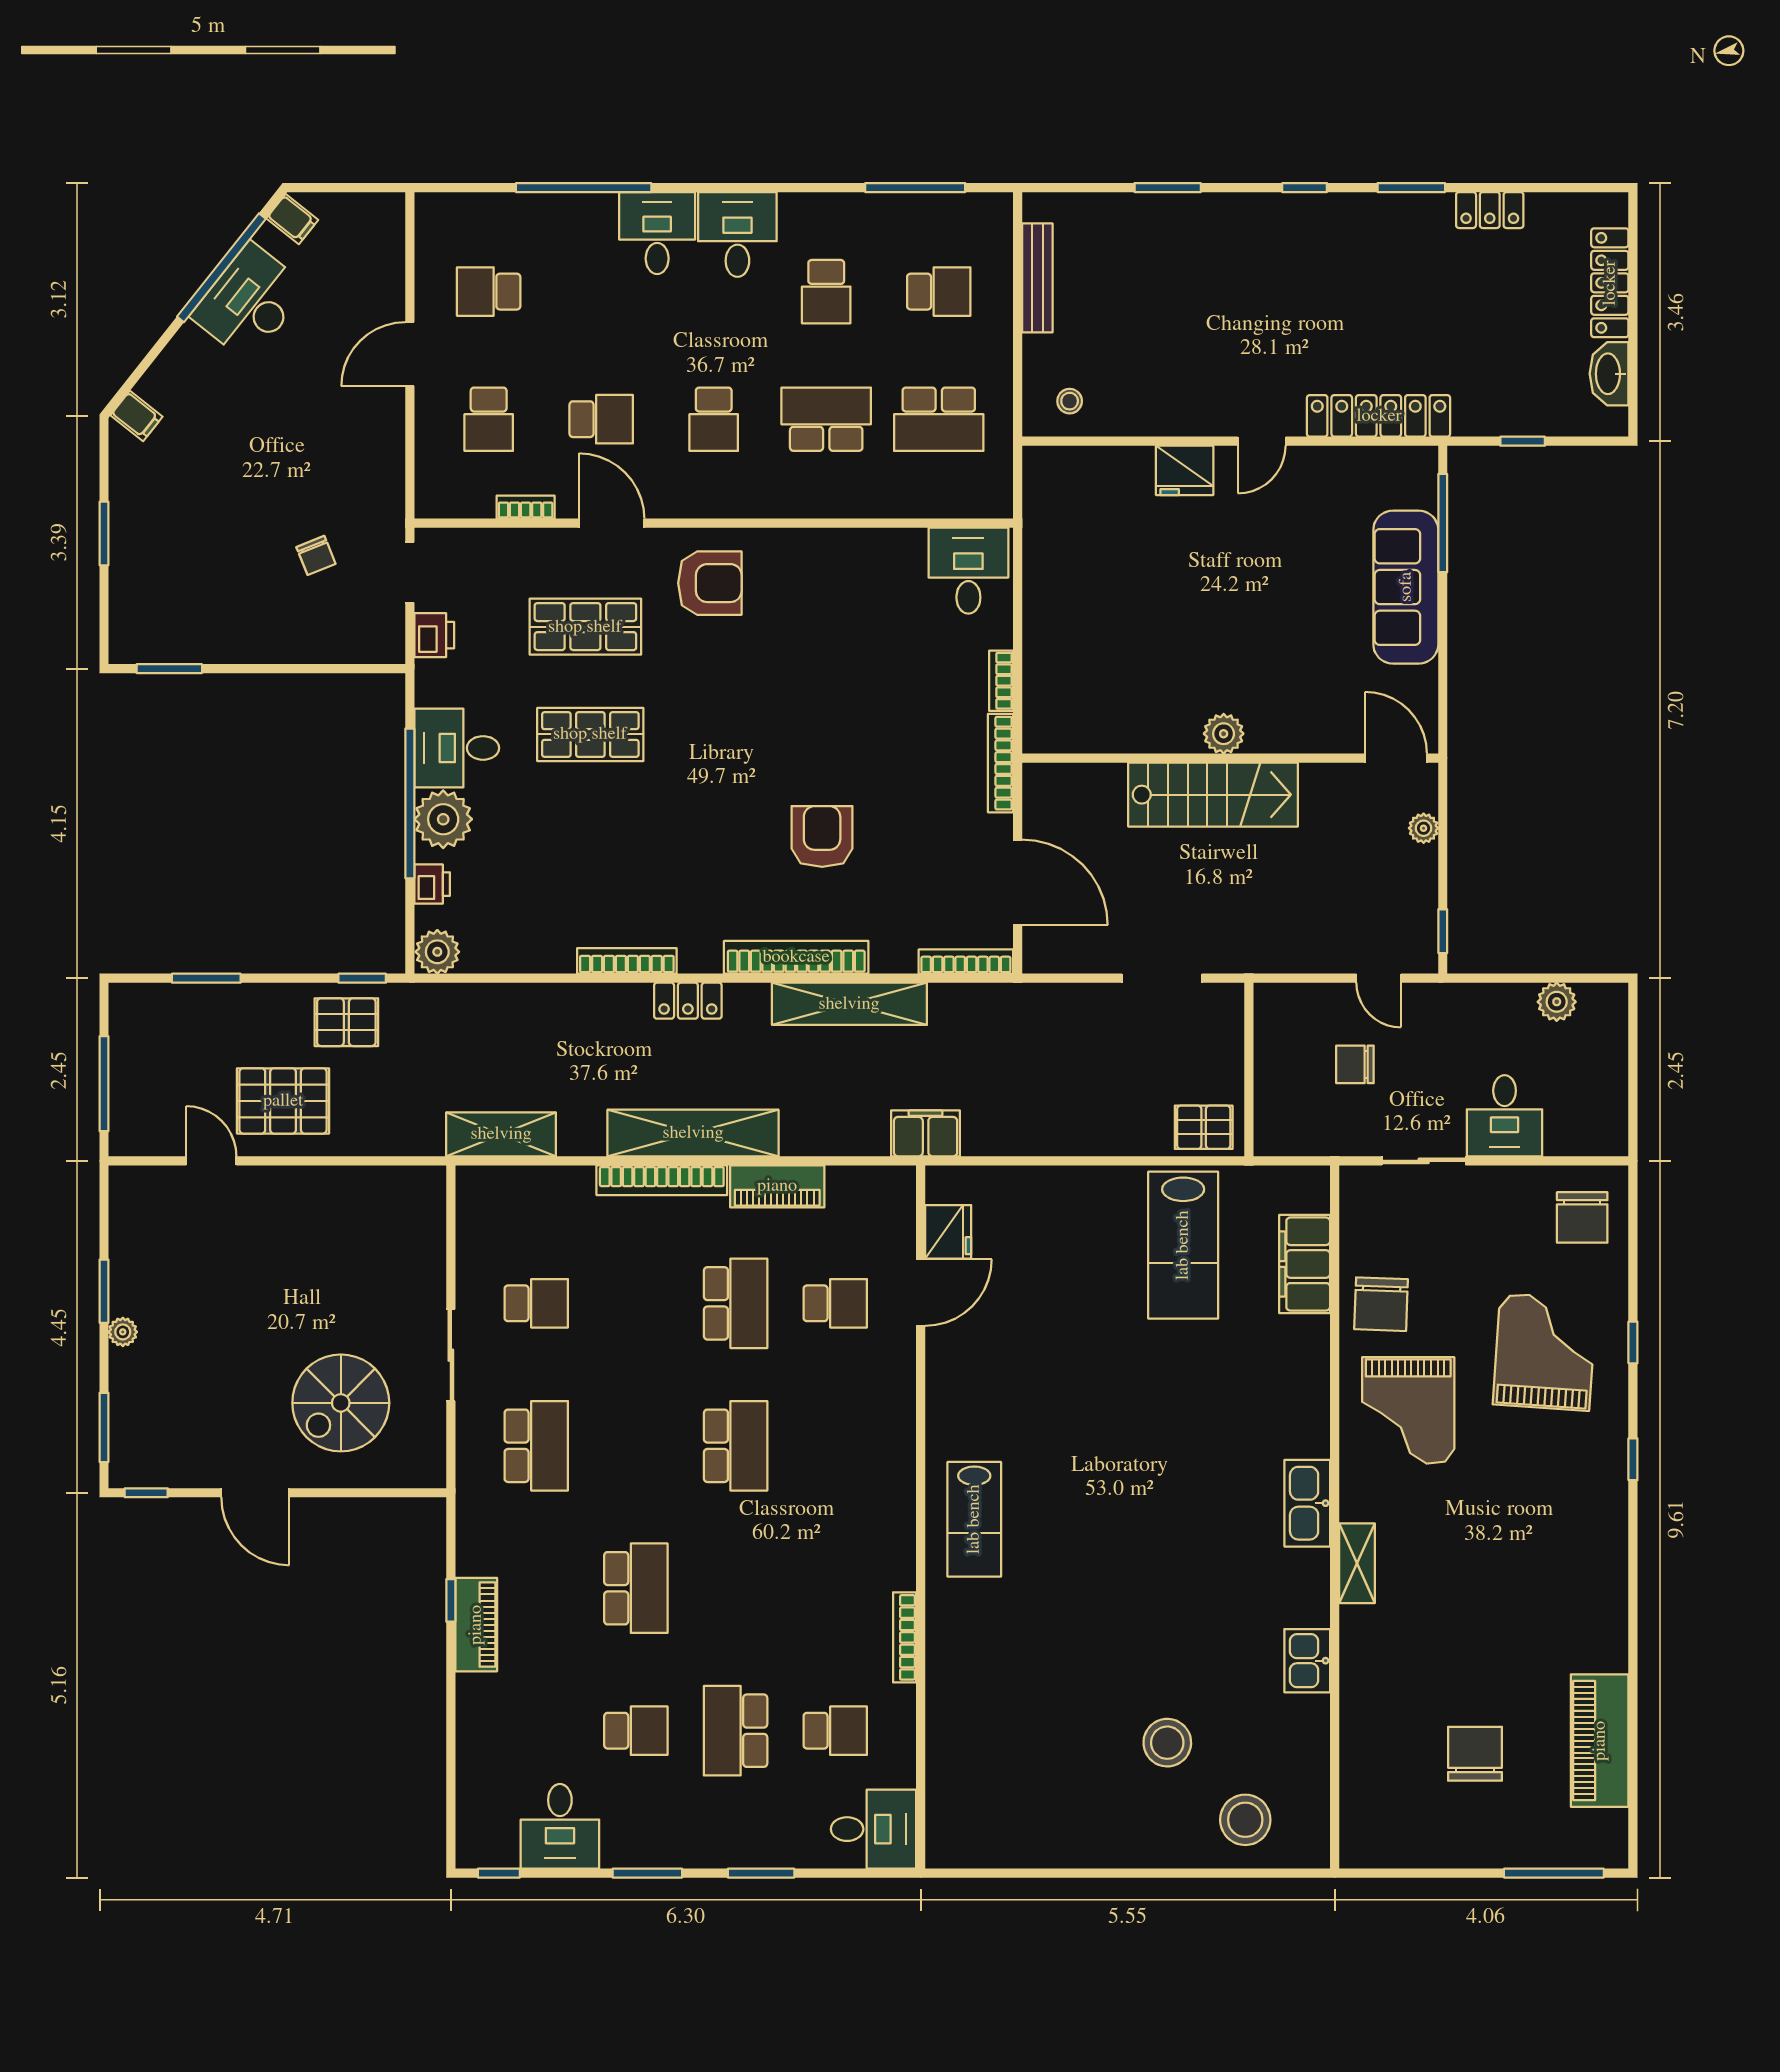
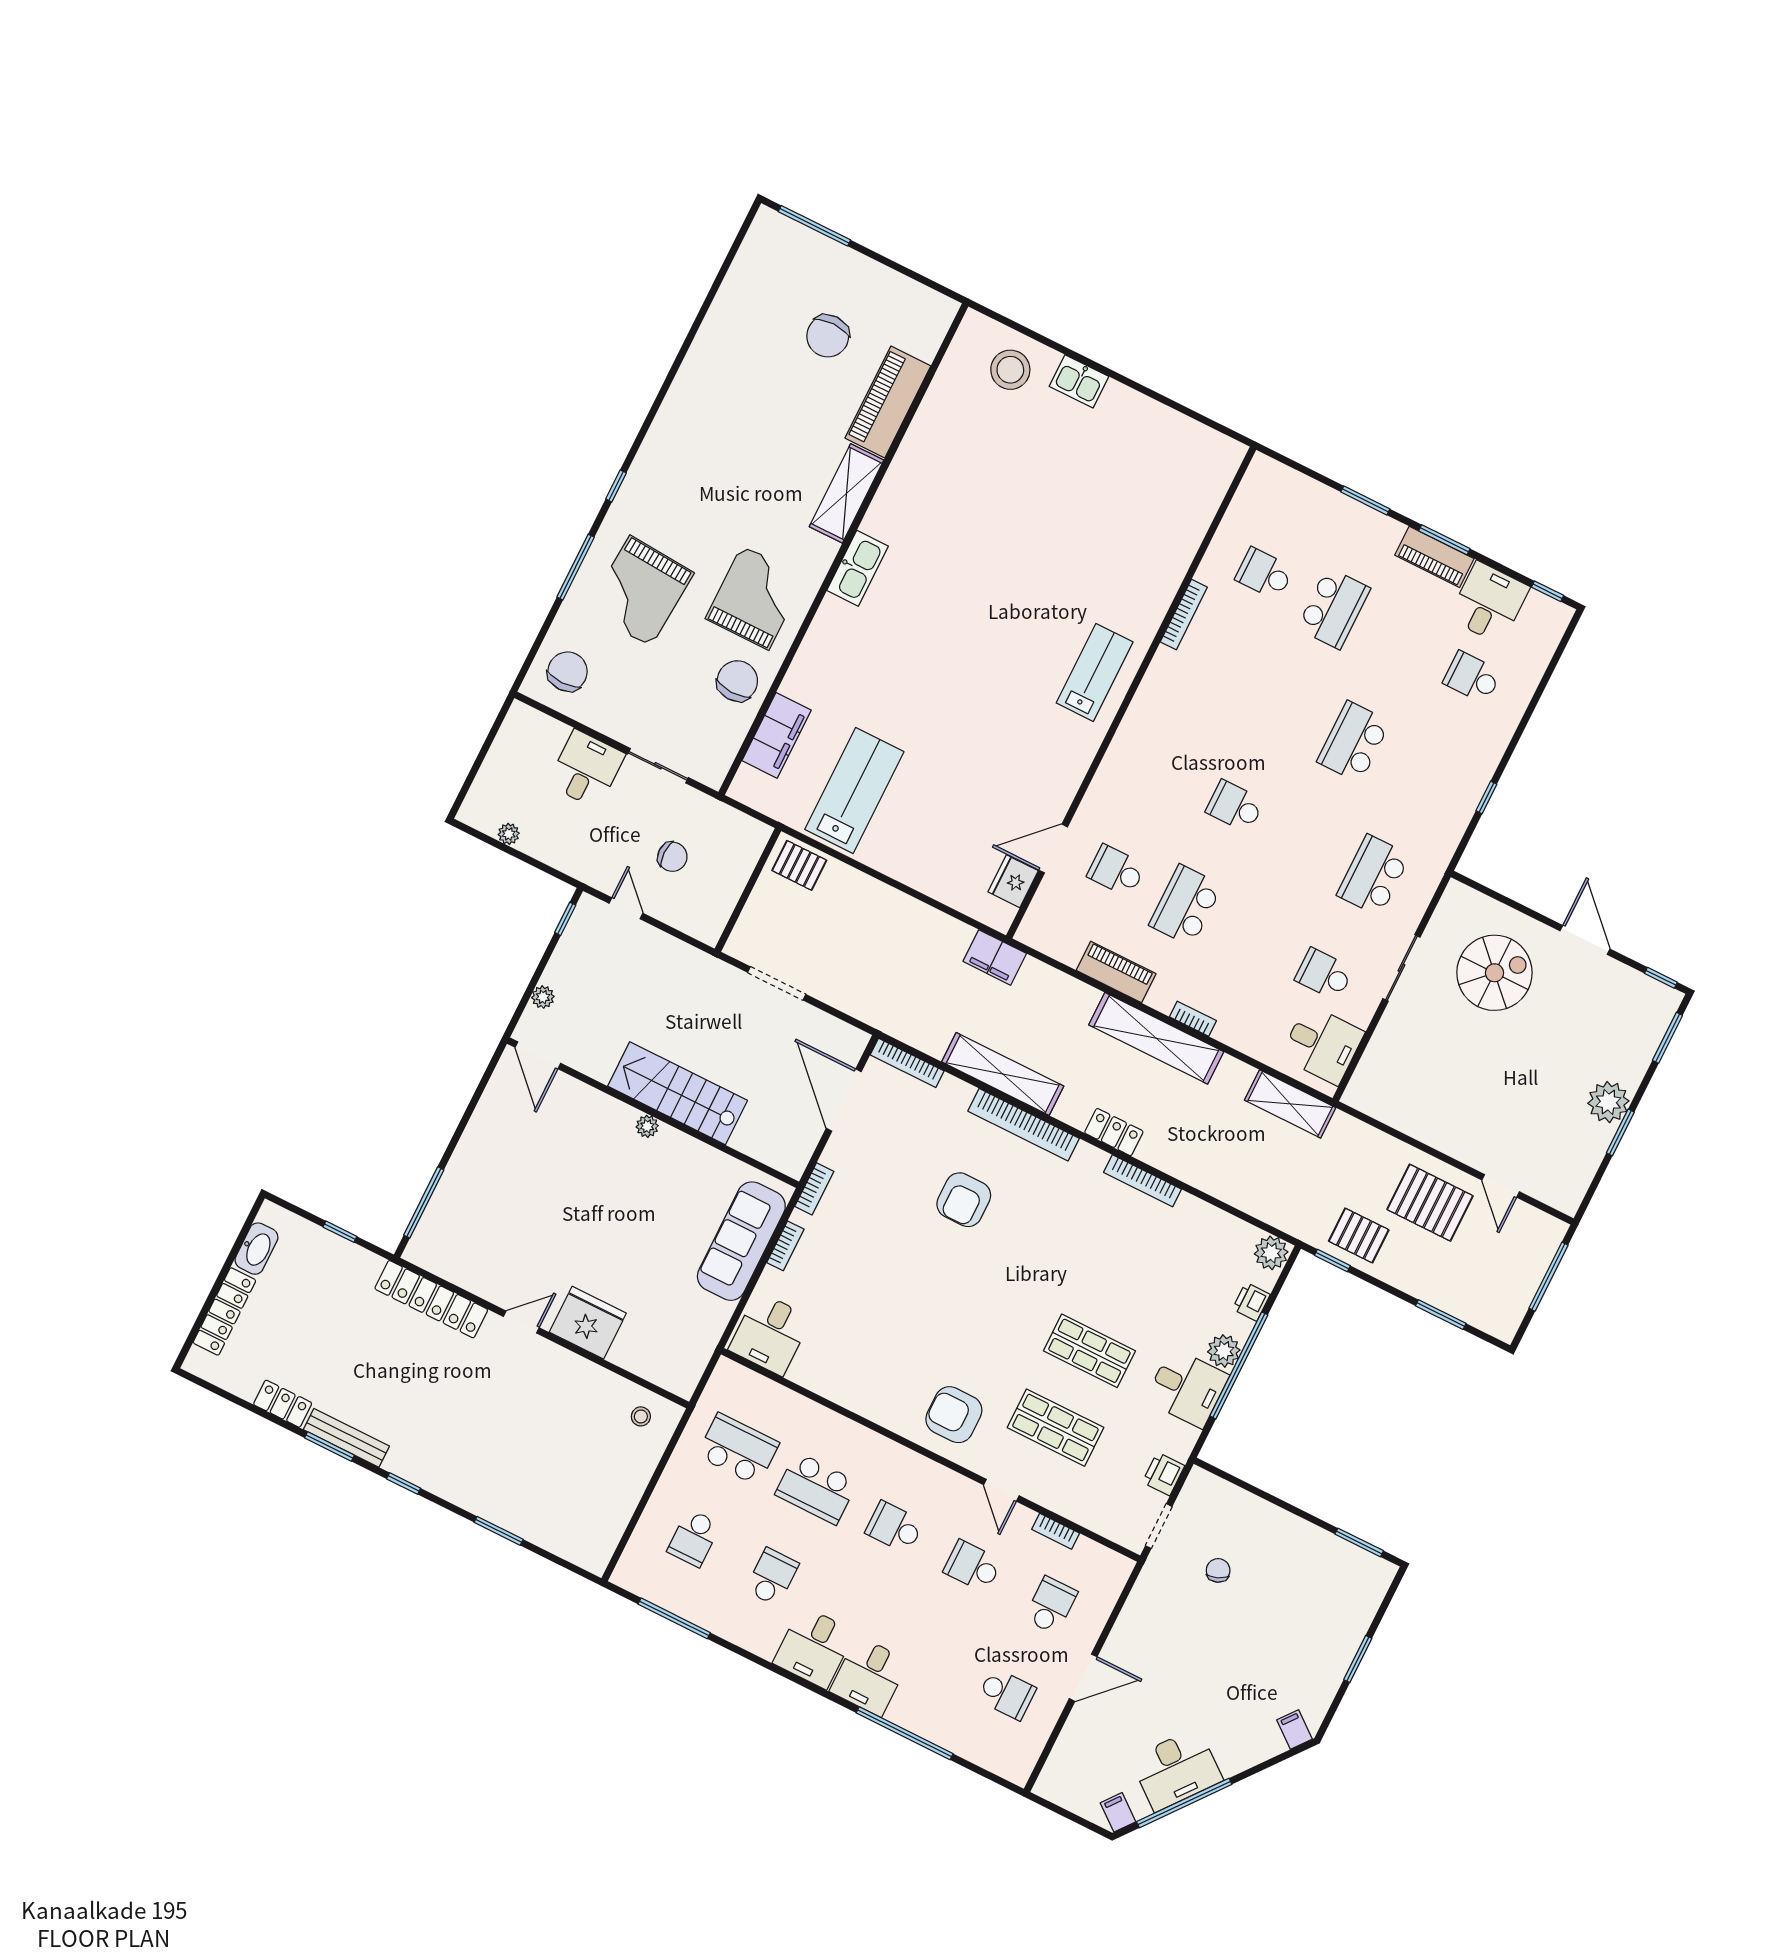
bench: (1037, 278) -> (346, 1438), moved, turned 90
school desk: (939, 292) -> (694, 1538), turned -90
school desk: (714, 419) -> (894, 1527), turned -90
fridge: (1185, 470) -> (588, 1323), width x1.36, depth x1.34
door: (612, 523) -> (1001, 1490), width x0.73
sofa: (1406, 587) -> (741, 1241), moved, turned 180
plant: (1224, 734) -> (647, 1126), width x0.73, depth x0.73
bookcase: (1001, 763) -> (814, 1189), width x0.64
plant: (443, 819) -> (1224, 1351), width x0.73, depth x0.73
plant: (1557, 1002) -> (509, 834), width x0.73, depth x0.73
bookcase: (662, 1180) -> (1193, 1019), width x0.43, depth x0.76
plant: (123, 1332) -> (1608, 1102), width x1.87, depth x1.87
window: (1633, 1342) -> (576, 567), width x2.17
school desk: (736, 1446) -> (1235, 806), width x0.54
shelving: (1357, 1563) -> (847, 493), width x1.50, depth x1.33
piano: (476, 1625) -> (1434, 557), moved, turned -90
kitchen sink: (1307, 1661) -> (1079, 381), moved, turned 90
school desk: (636, 1731) -> (1472, 677), moved
piano: (1600, 1741) -> (888, 402), moved, turned 180
stool: (1167, 1743) -> (1038, 450), removed
desk: (874, 1829) -> (1322, 1045), moved, turned 180

